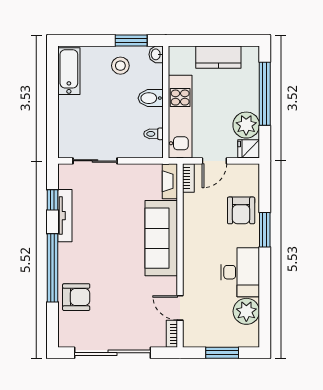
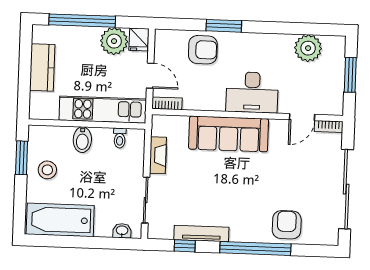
washbasin: (156, 54) -> (122, 231), moved, turned 180
bathtub: (69, 71) -> (60, 220), width x1.36, depth x1.36
fireplace: (170, 181) -> (158, 155), moved, turned -90
desk: (240, 272) -> (252, 92), moved, turned 180

